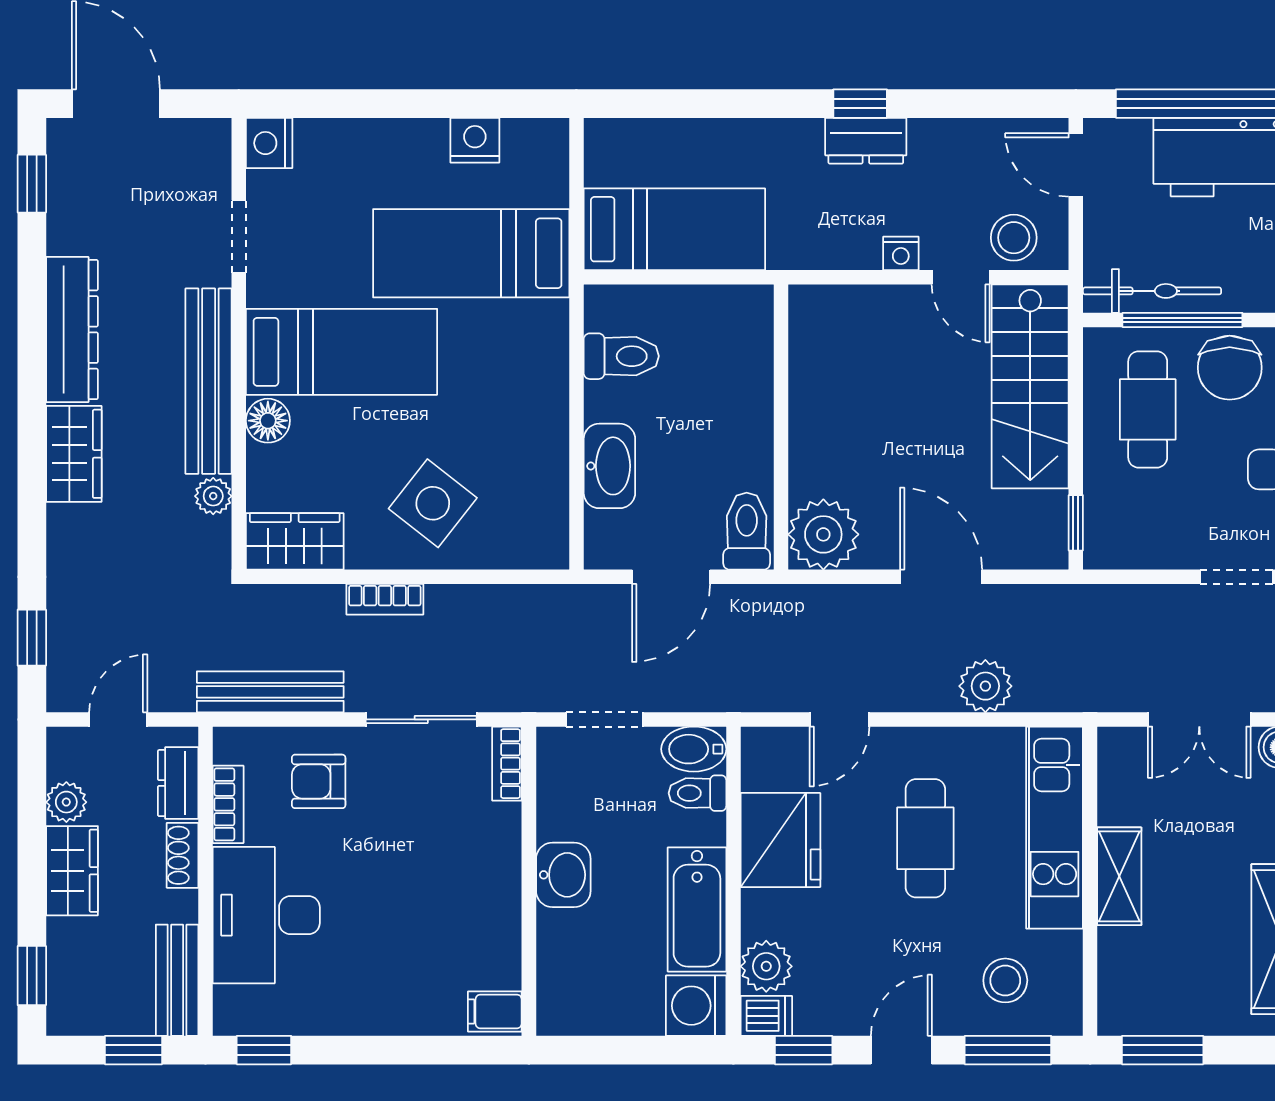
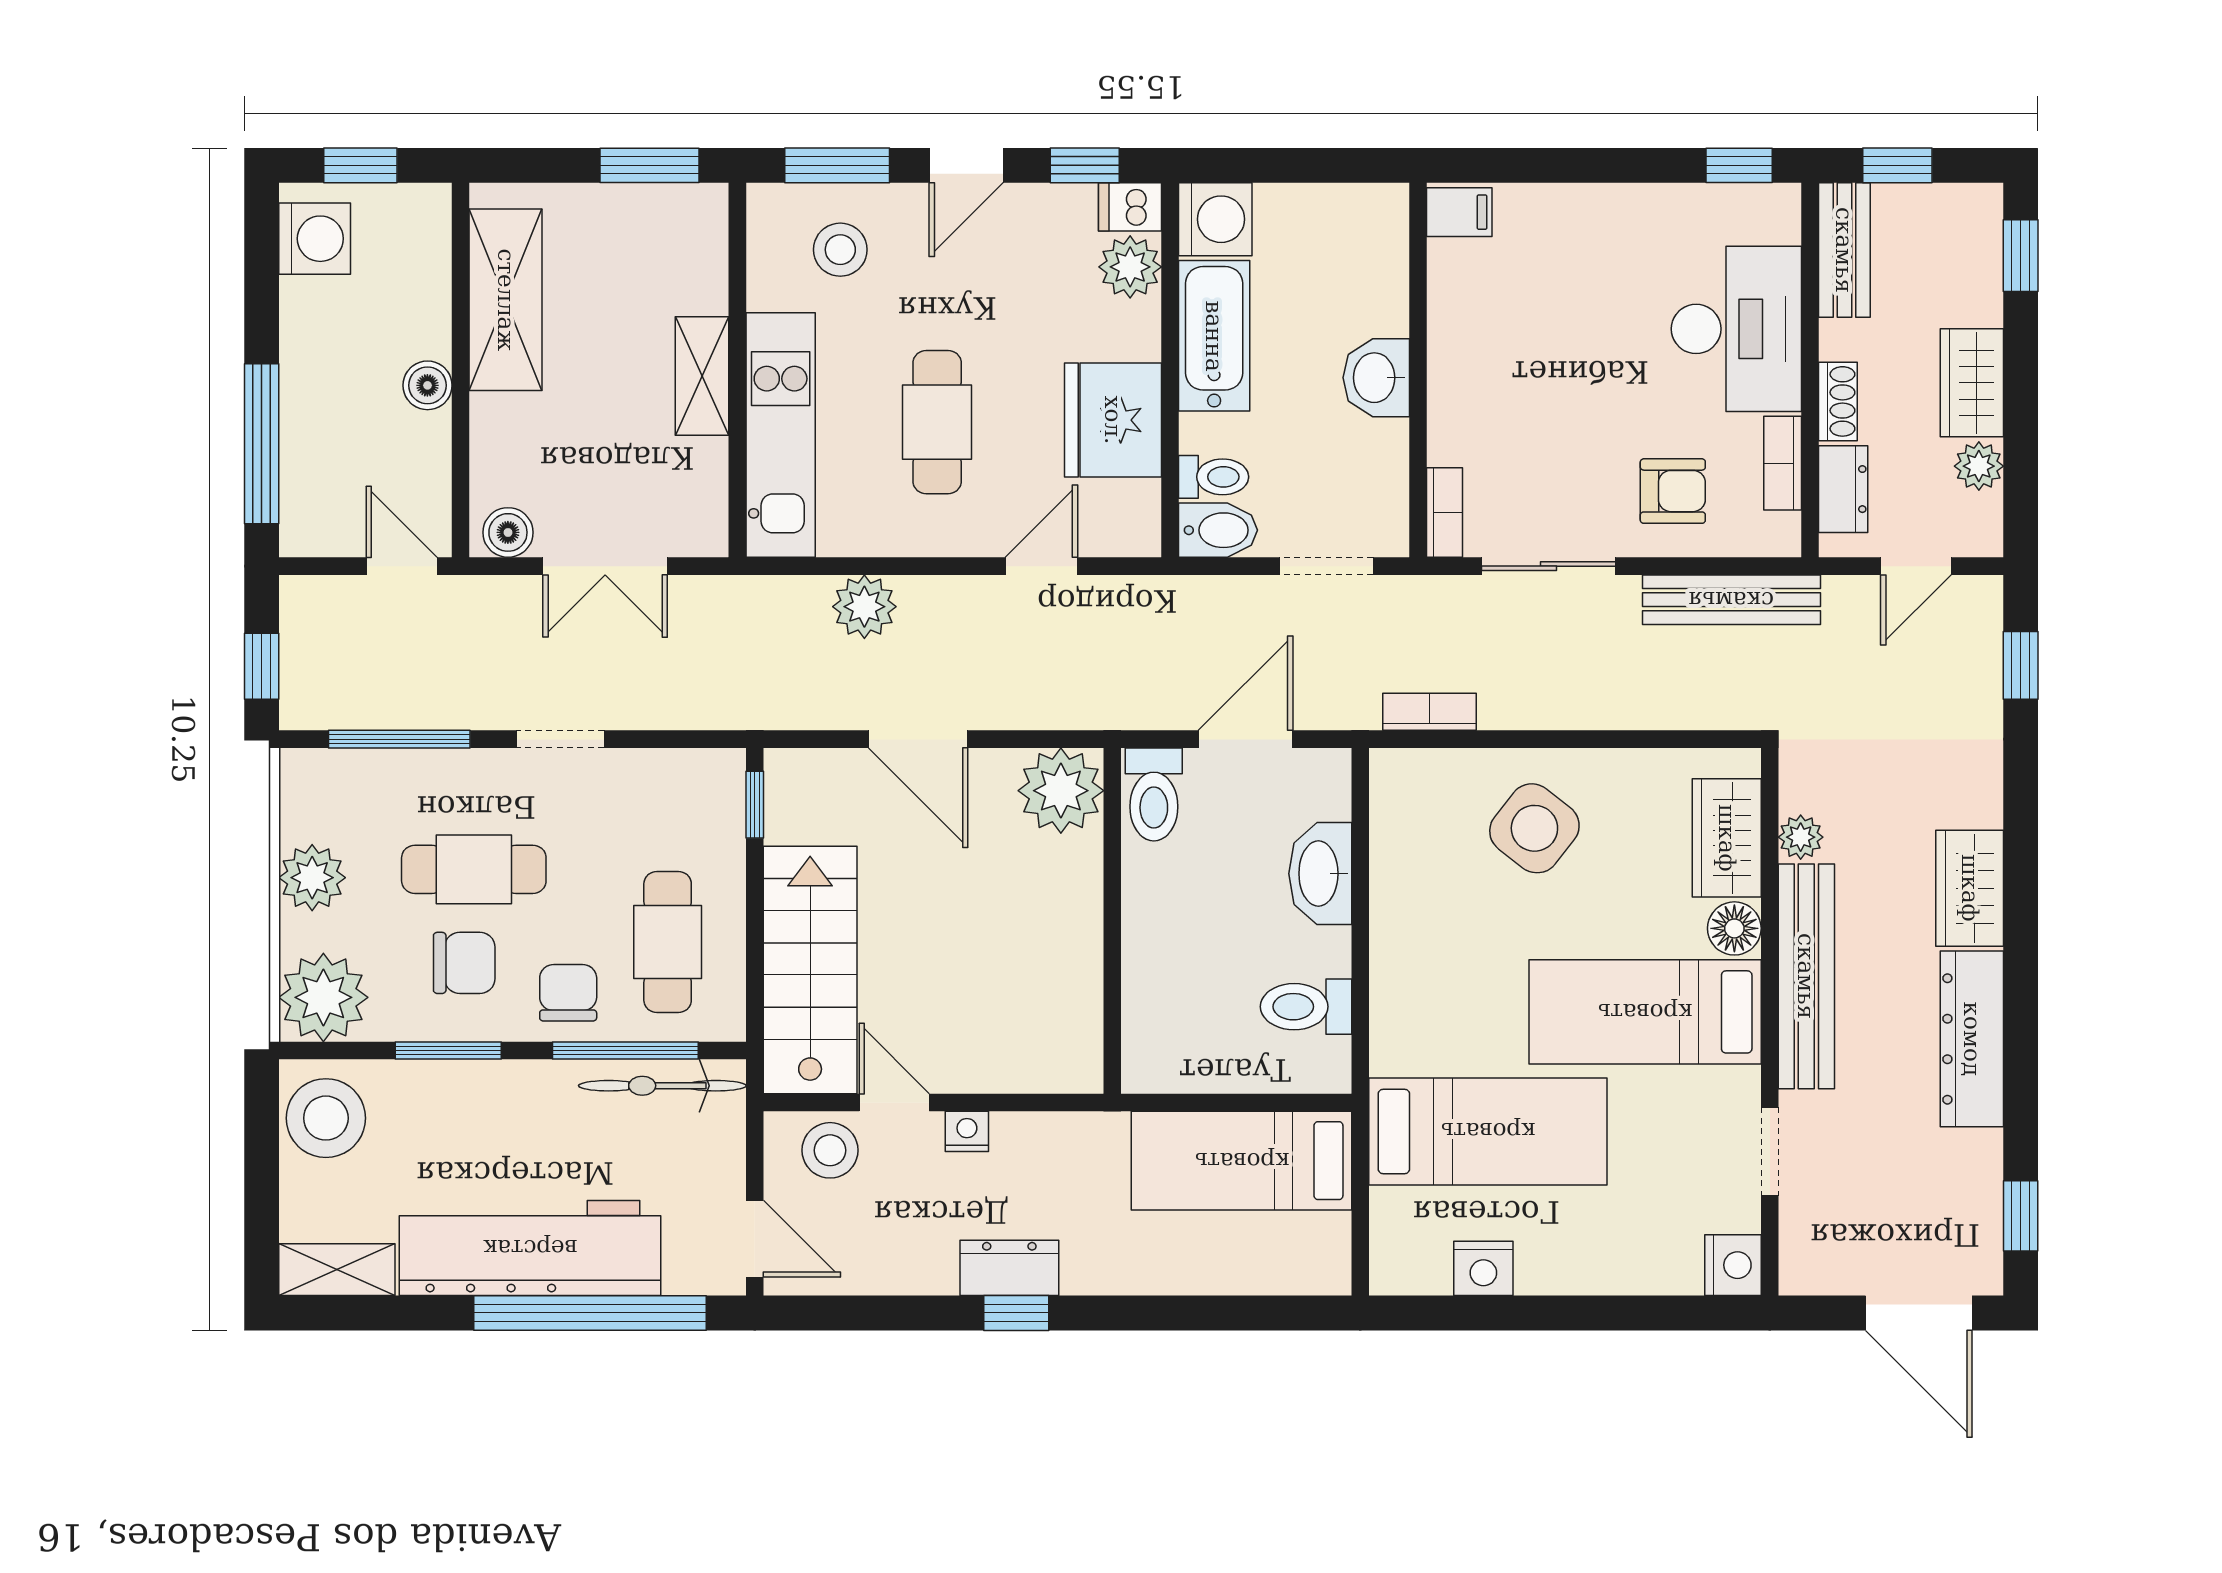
chair: (1230, 368) -> (568, 993), width x0.73, depth x0.73
wardrobe: (295, 541) -> (1727, 838), moved, turned 90
bookcase: (385, 599) -> (1429, 712), moved
double door: (1199, 719) -> (605, 566), swing flipped

